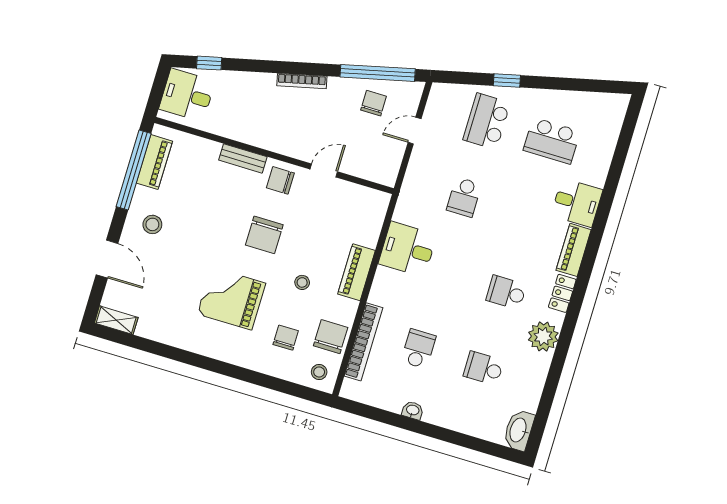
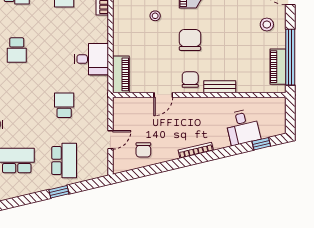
window: (378, 73) -> (147, 171), removed
desk: (187, 95) -> (243, 127), moved, turned 77
chair: (280, 180) -> (190, 80), turned -90
piano: (356, 272) -> (121, 74), moved
school desk: (506, 292) -> (17, 50), turned 90

